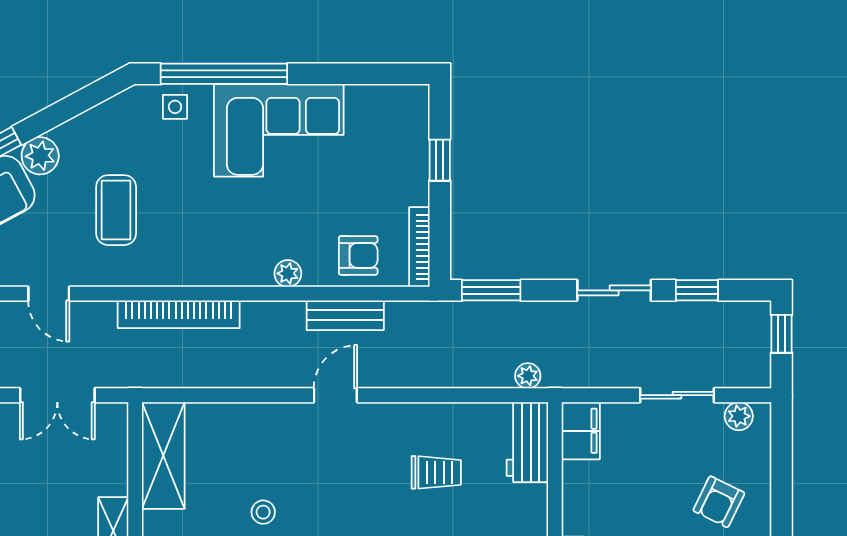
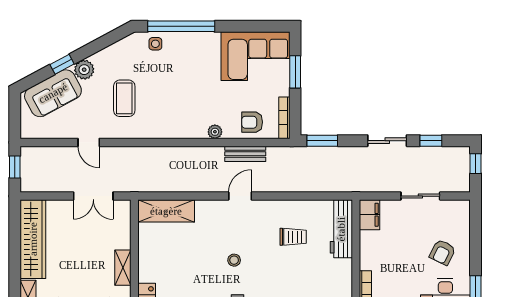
corner sofa: (279, 130) -> (255, 56), moved
window: (440, 160) -> (295, 72), width x1.50
armchair: (358, 255) -> (252, 122), turned 180
bookcase: (179, 314) -> (157, 153), removed
plant: (528, 376) -> (342, 186), removed
plant: (739, 416) -> (453, 207), removed
workbench: (527, 442) -> (341, 229), width x1.38
shelving: (163, 455) -> (166, 211), moved, turned 90
stool: (263, 512) -> (234, 260), moved

